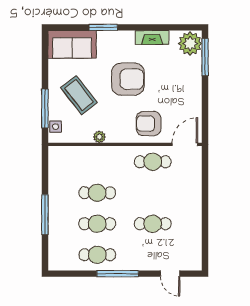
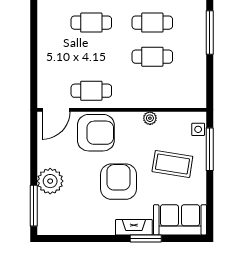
fireplace: (152, 38) -> (134, 227), moved
plant: (190, 44) -> (50, 181), moved
armchair: (128, 79) -> (119, 182), turned 90
coffee table: (79, 95) -> (172, 164), turned -43
armchair: (149, 124) -> (96, 133), width x1.36, depth x1.36

